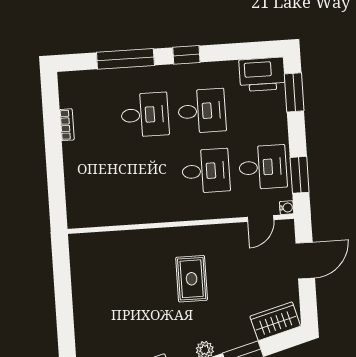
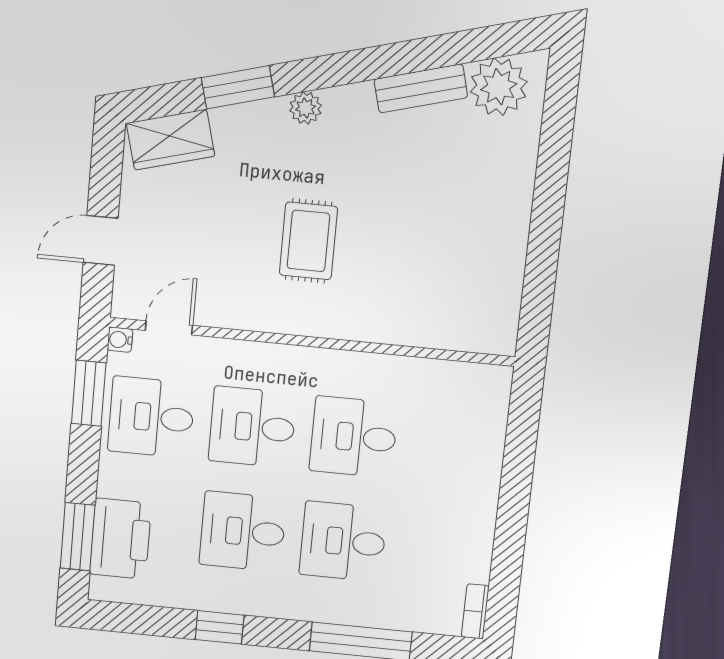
window: (186, 55) -> (220, 627), moved
printer: (262, 74) -> (120, 539), moved, turned 90
bookcase: (67, 125) -> (475, 611), moved
desk: (149, 175) -> (354, 437), added
door: (305, 260) -> (101, 240), width x0.73

